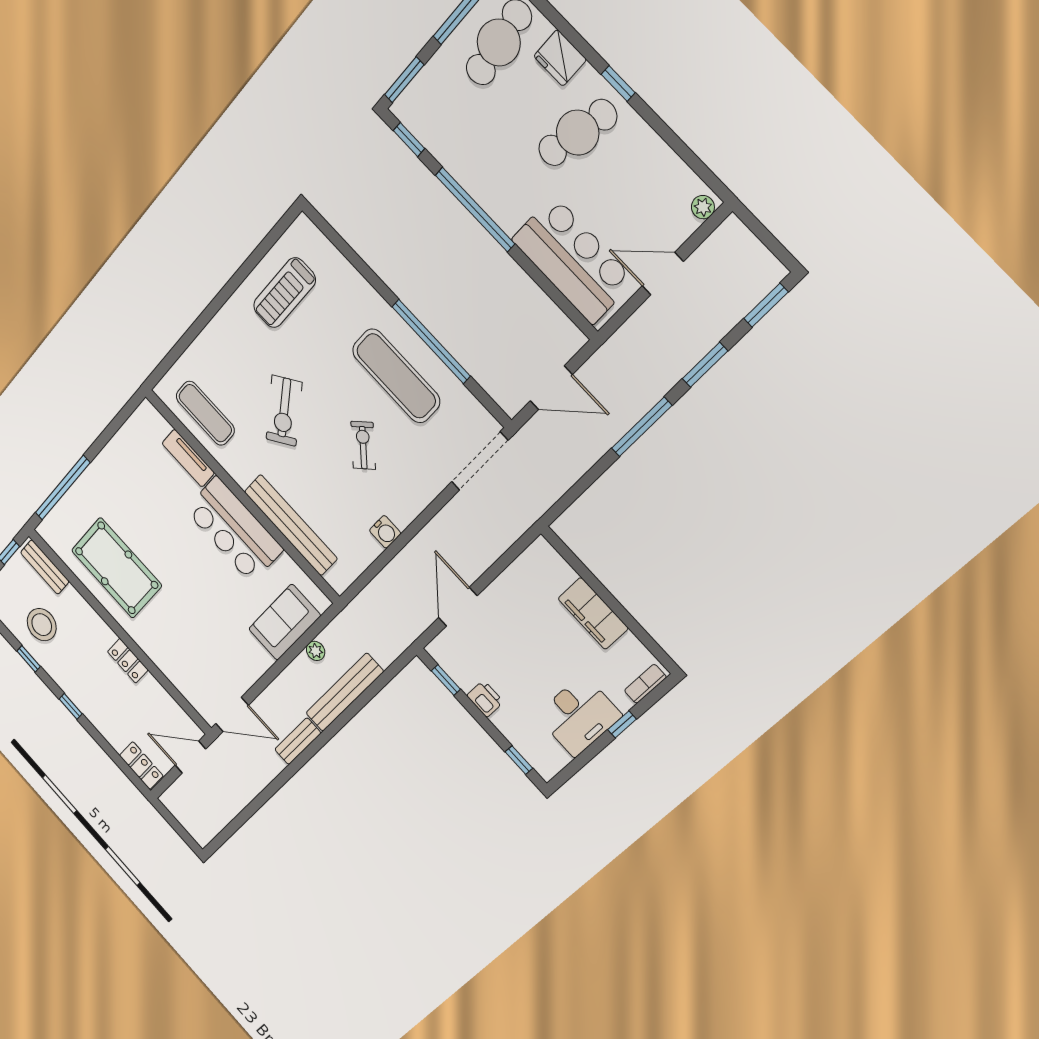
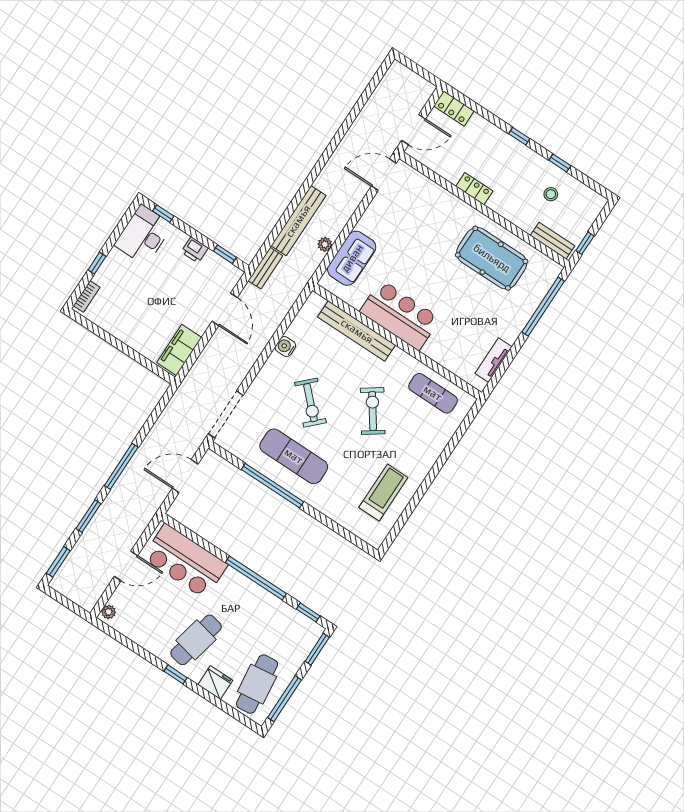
exercise bike: (363, 445) -> (310, 403), width x1.38, depth x1.39
tv unit: (188, 458) -> (494, 360), moved, turned -90
filing cabinet: (593, 613) -> (179, 350), moved, turned -90
stool: (42, 625) -> (551, 194), width x0.53, depth x0.53
desk: (579, 715) -> (144, 235), moved
bench: (298, 741) -> (265, 268), moved

